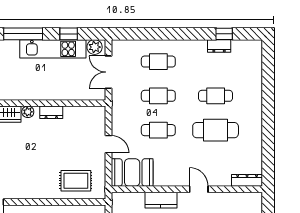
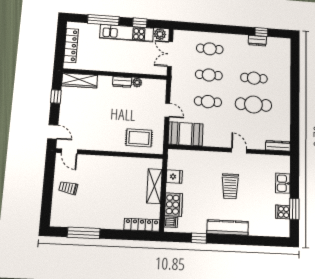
plant: (28, 112) -> (137, 83), moved
kitchen counter: (161, 200) -> (208, 158), removed

